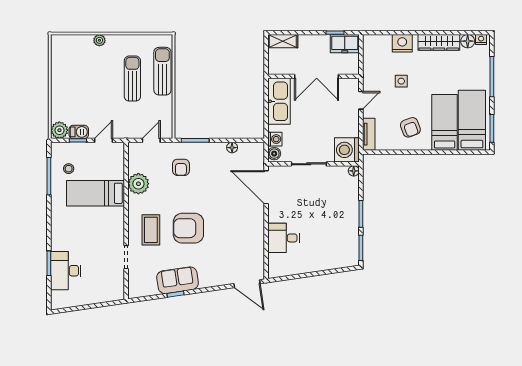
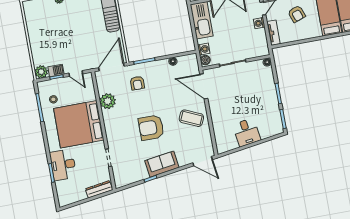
sun lounger: (132, 79) -> (89, 23), removed
armchair: (410, 127) -> (297, 14), moved
door: (104, 140) -> (76, 73), swing flipped
door: (151, 140) -> (111, 67), width x1.88
washing machine: (347, 150) -> (259, 23), moved, width x0.53, depth x0.53
bed: (96, 193) -> (79, 124), width x2.04
coffee table: (151, 230) -> (191, 118), moved, turned -66
desk: (284, 238) -> (247, 132), moved, turned -98
desk: (66, 271) -> (63, 165), moved
sofa: (178, 280) -> (162, 164), moved
dresser: (106, 296) -> (99, 189), added

